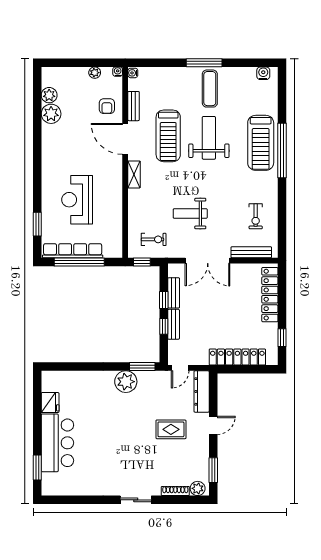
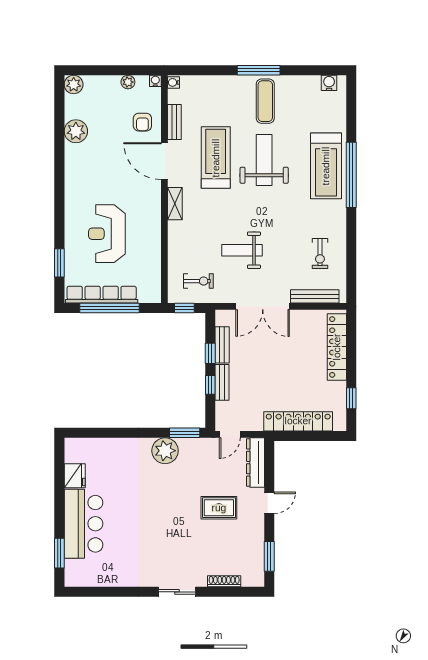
plant: (49, 95) -> (74, 84), moved
treadmill: (168, 136) -> (216, 158), turned 180
plant: (198, 488) -> (251, 578), removed

